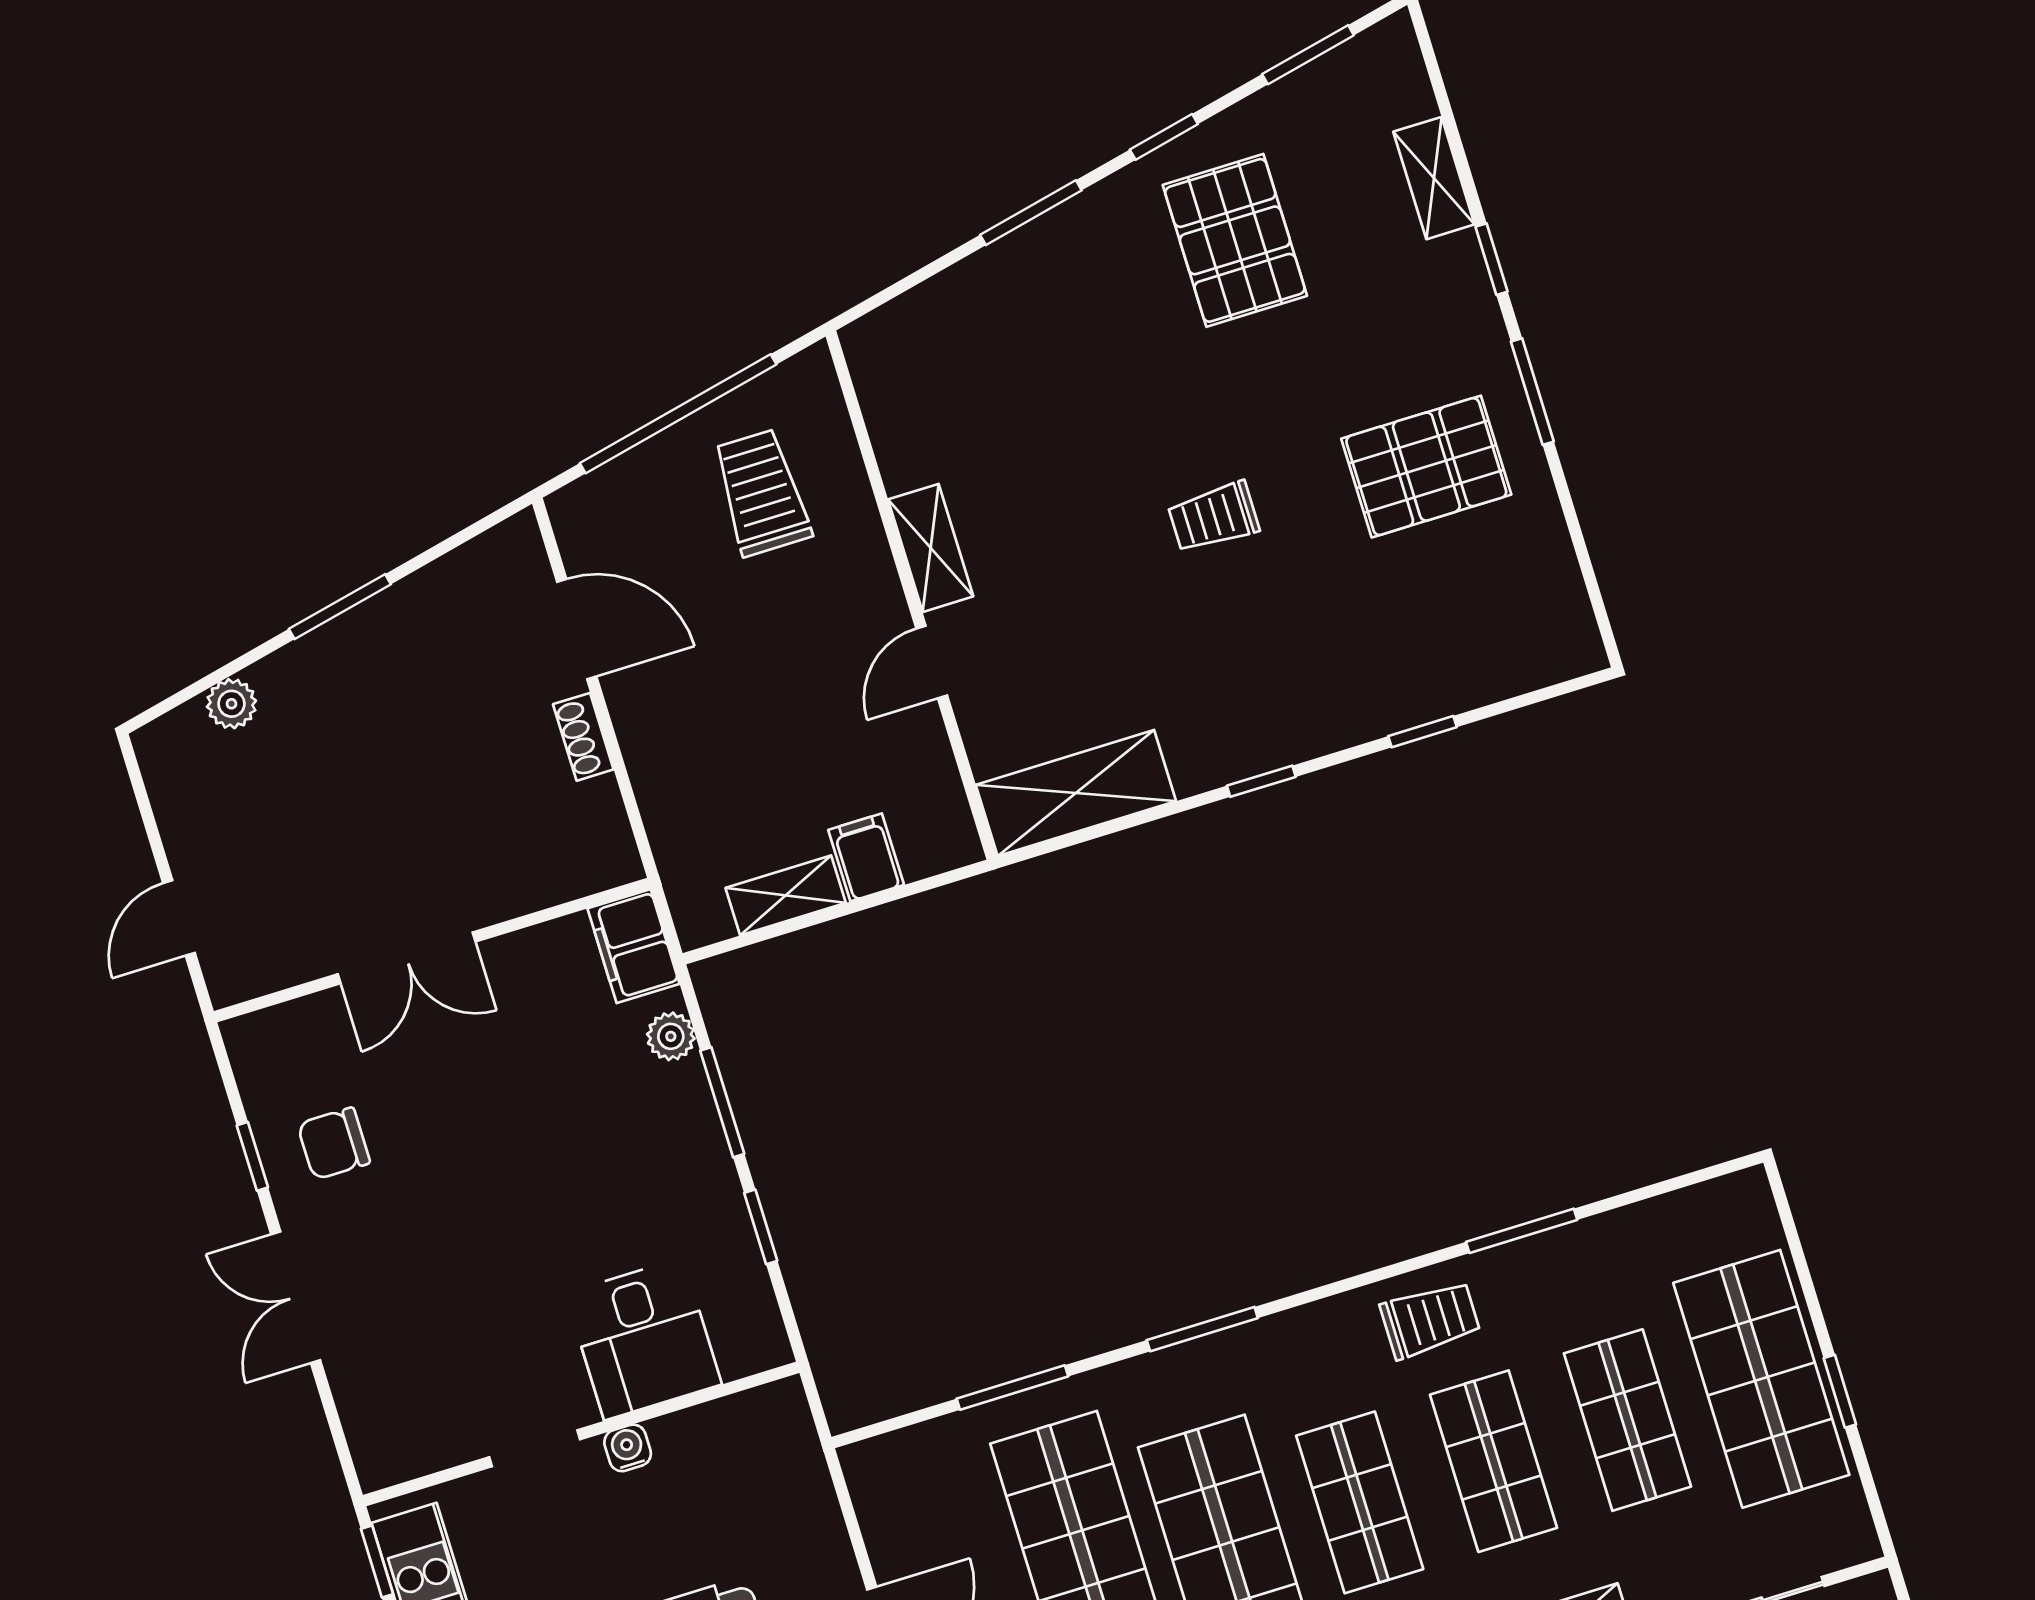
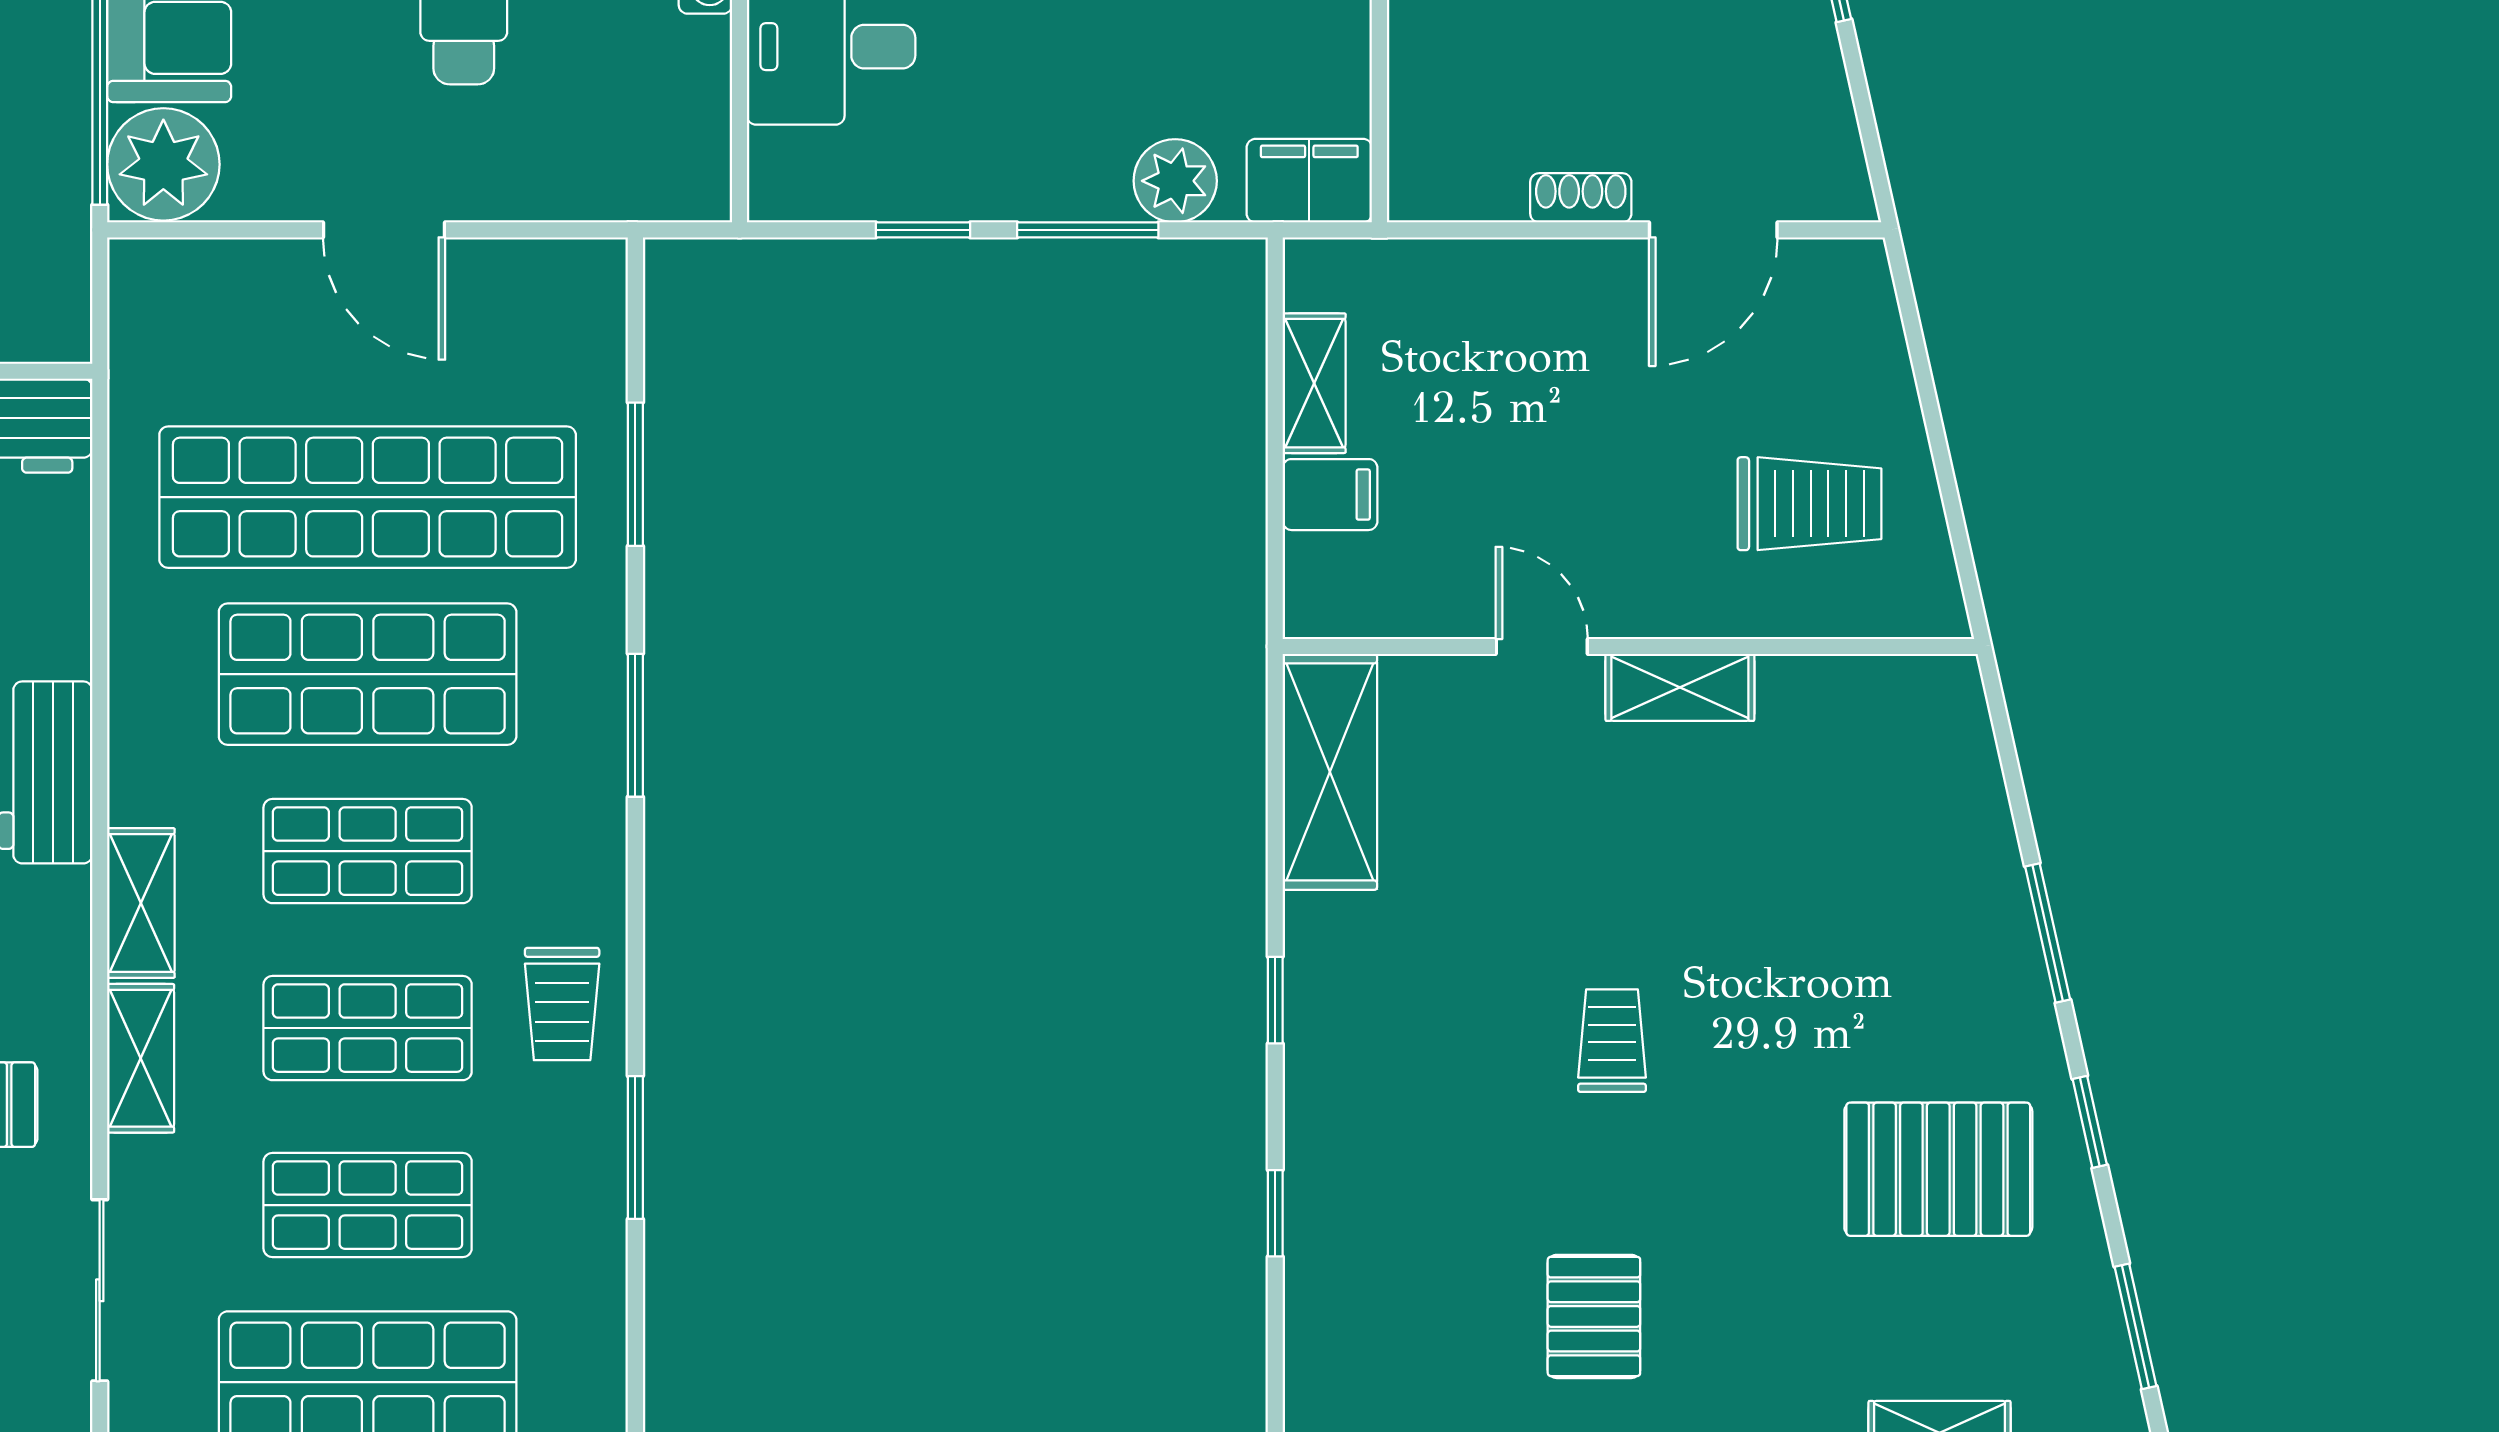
window: (678, 414) -> (1936, 432), removed
pallet: (1426, 467) -> (1594, 1316), width x0.67, depth x0.71
plant: (671, 1036) -> (1175, 181), width x1.38, depth x1.38

